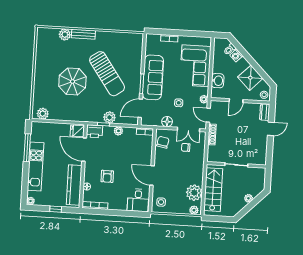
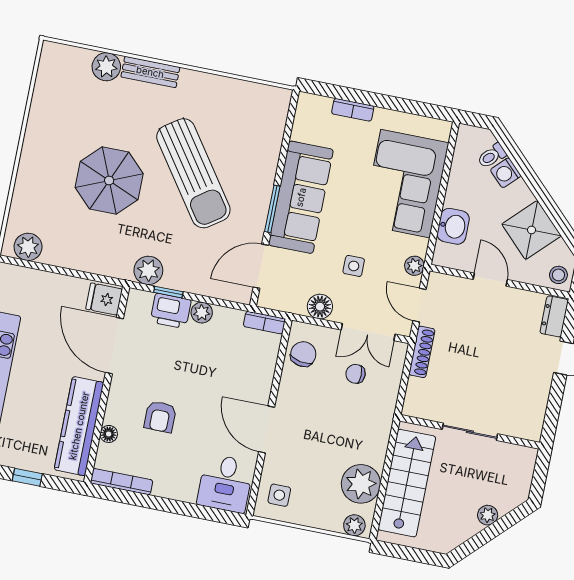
door: (236, 101) -> (490, 280), swing flipped
plant: (109, 117) -> (148, 270), moved
printer: (95, 131) -> (171, 311), moved

